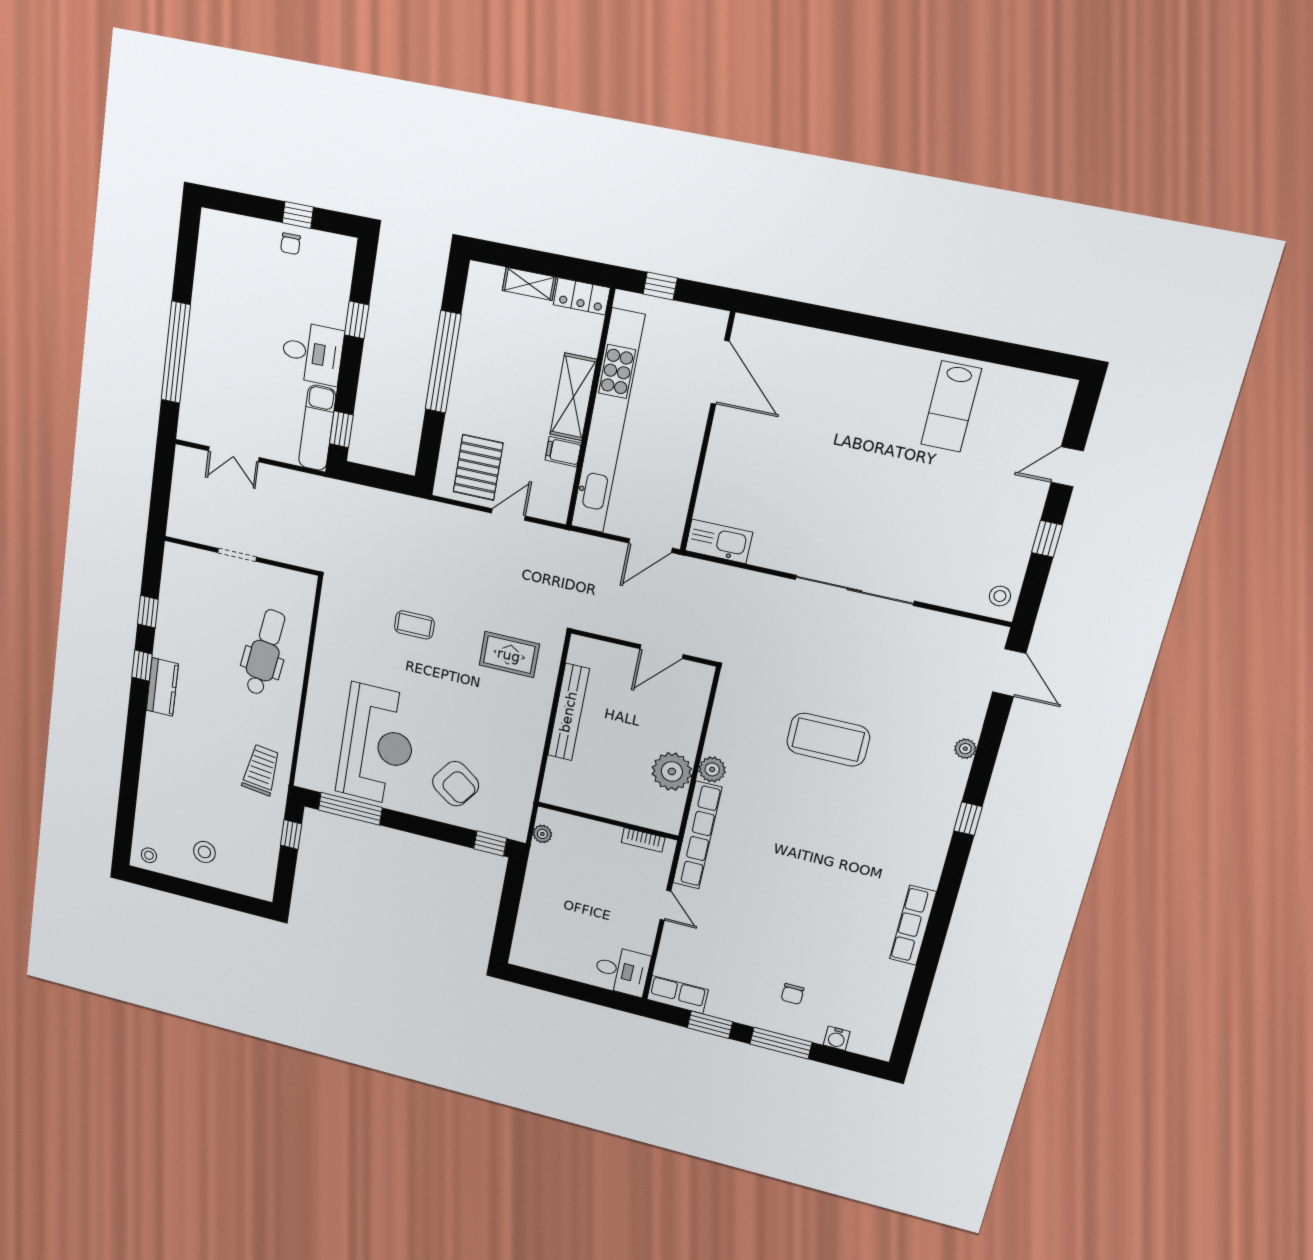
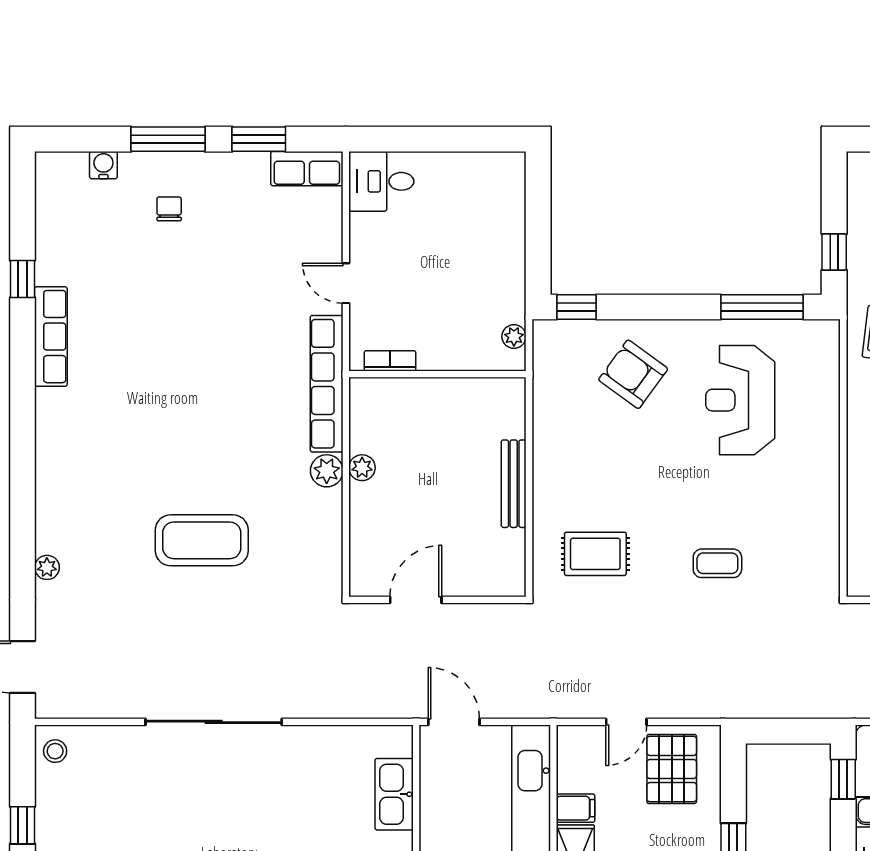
kitchen sink: (719, 541) -> (394, 794), moved, turned 90
door: (650, 546) -> (454, 722), hinge flipped
bench: (568, 712) -> (514, 484), width x0.73, depth x0.82
reception desk: (377, 745) -> (740, 400), width x0.74, depth x0.77
plant: (672, 772) -> (362, 468), width x0.53, depth x0.53
window: (968, 819) -> (23, 279), moved

